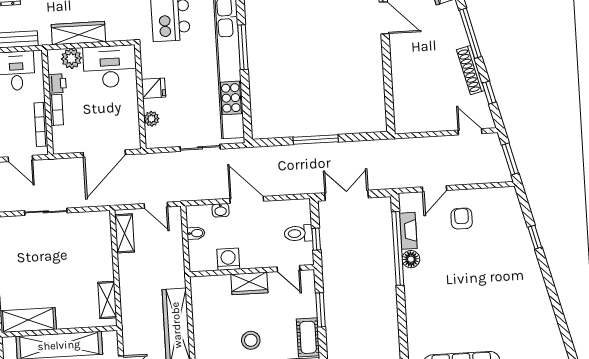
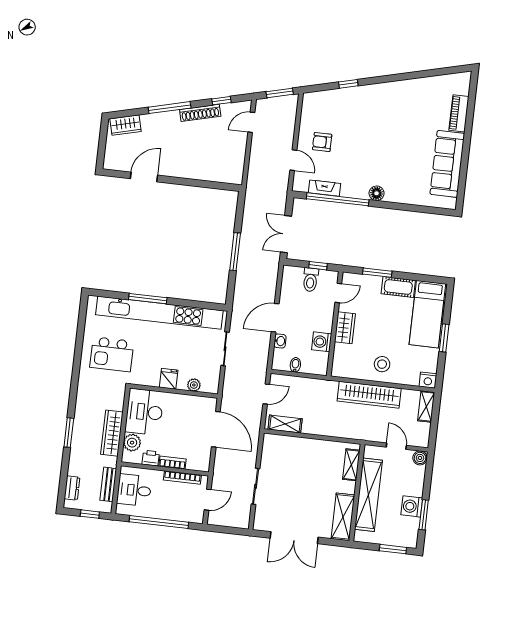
floor lamp: (411, 259) -> (377, 193), moved
shelving: (107, 300) -> (351, 465), moved, turned 90
stool: (251, 340) -> (382, 364), moved

